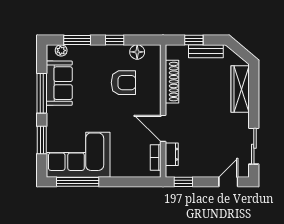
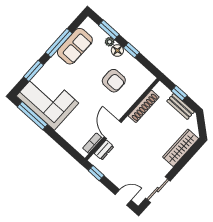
plant: (61, 50) -> (110, 42), moved
floor lamp: (137, 52) -> (117, 51), moved

